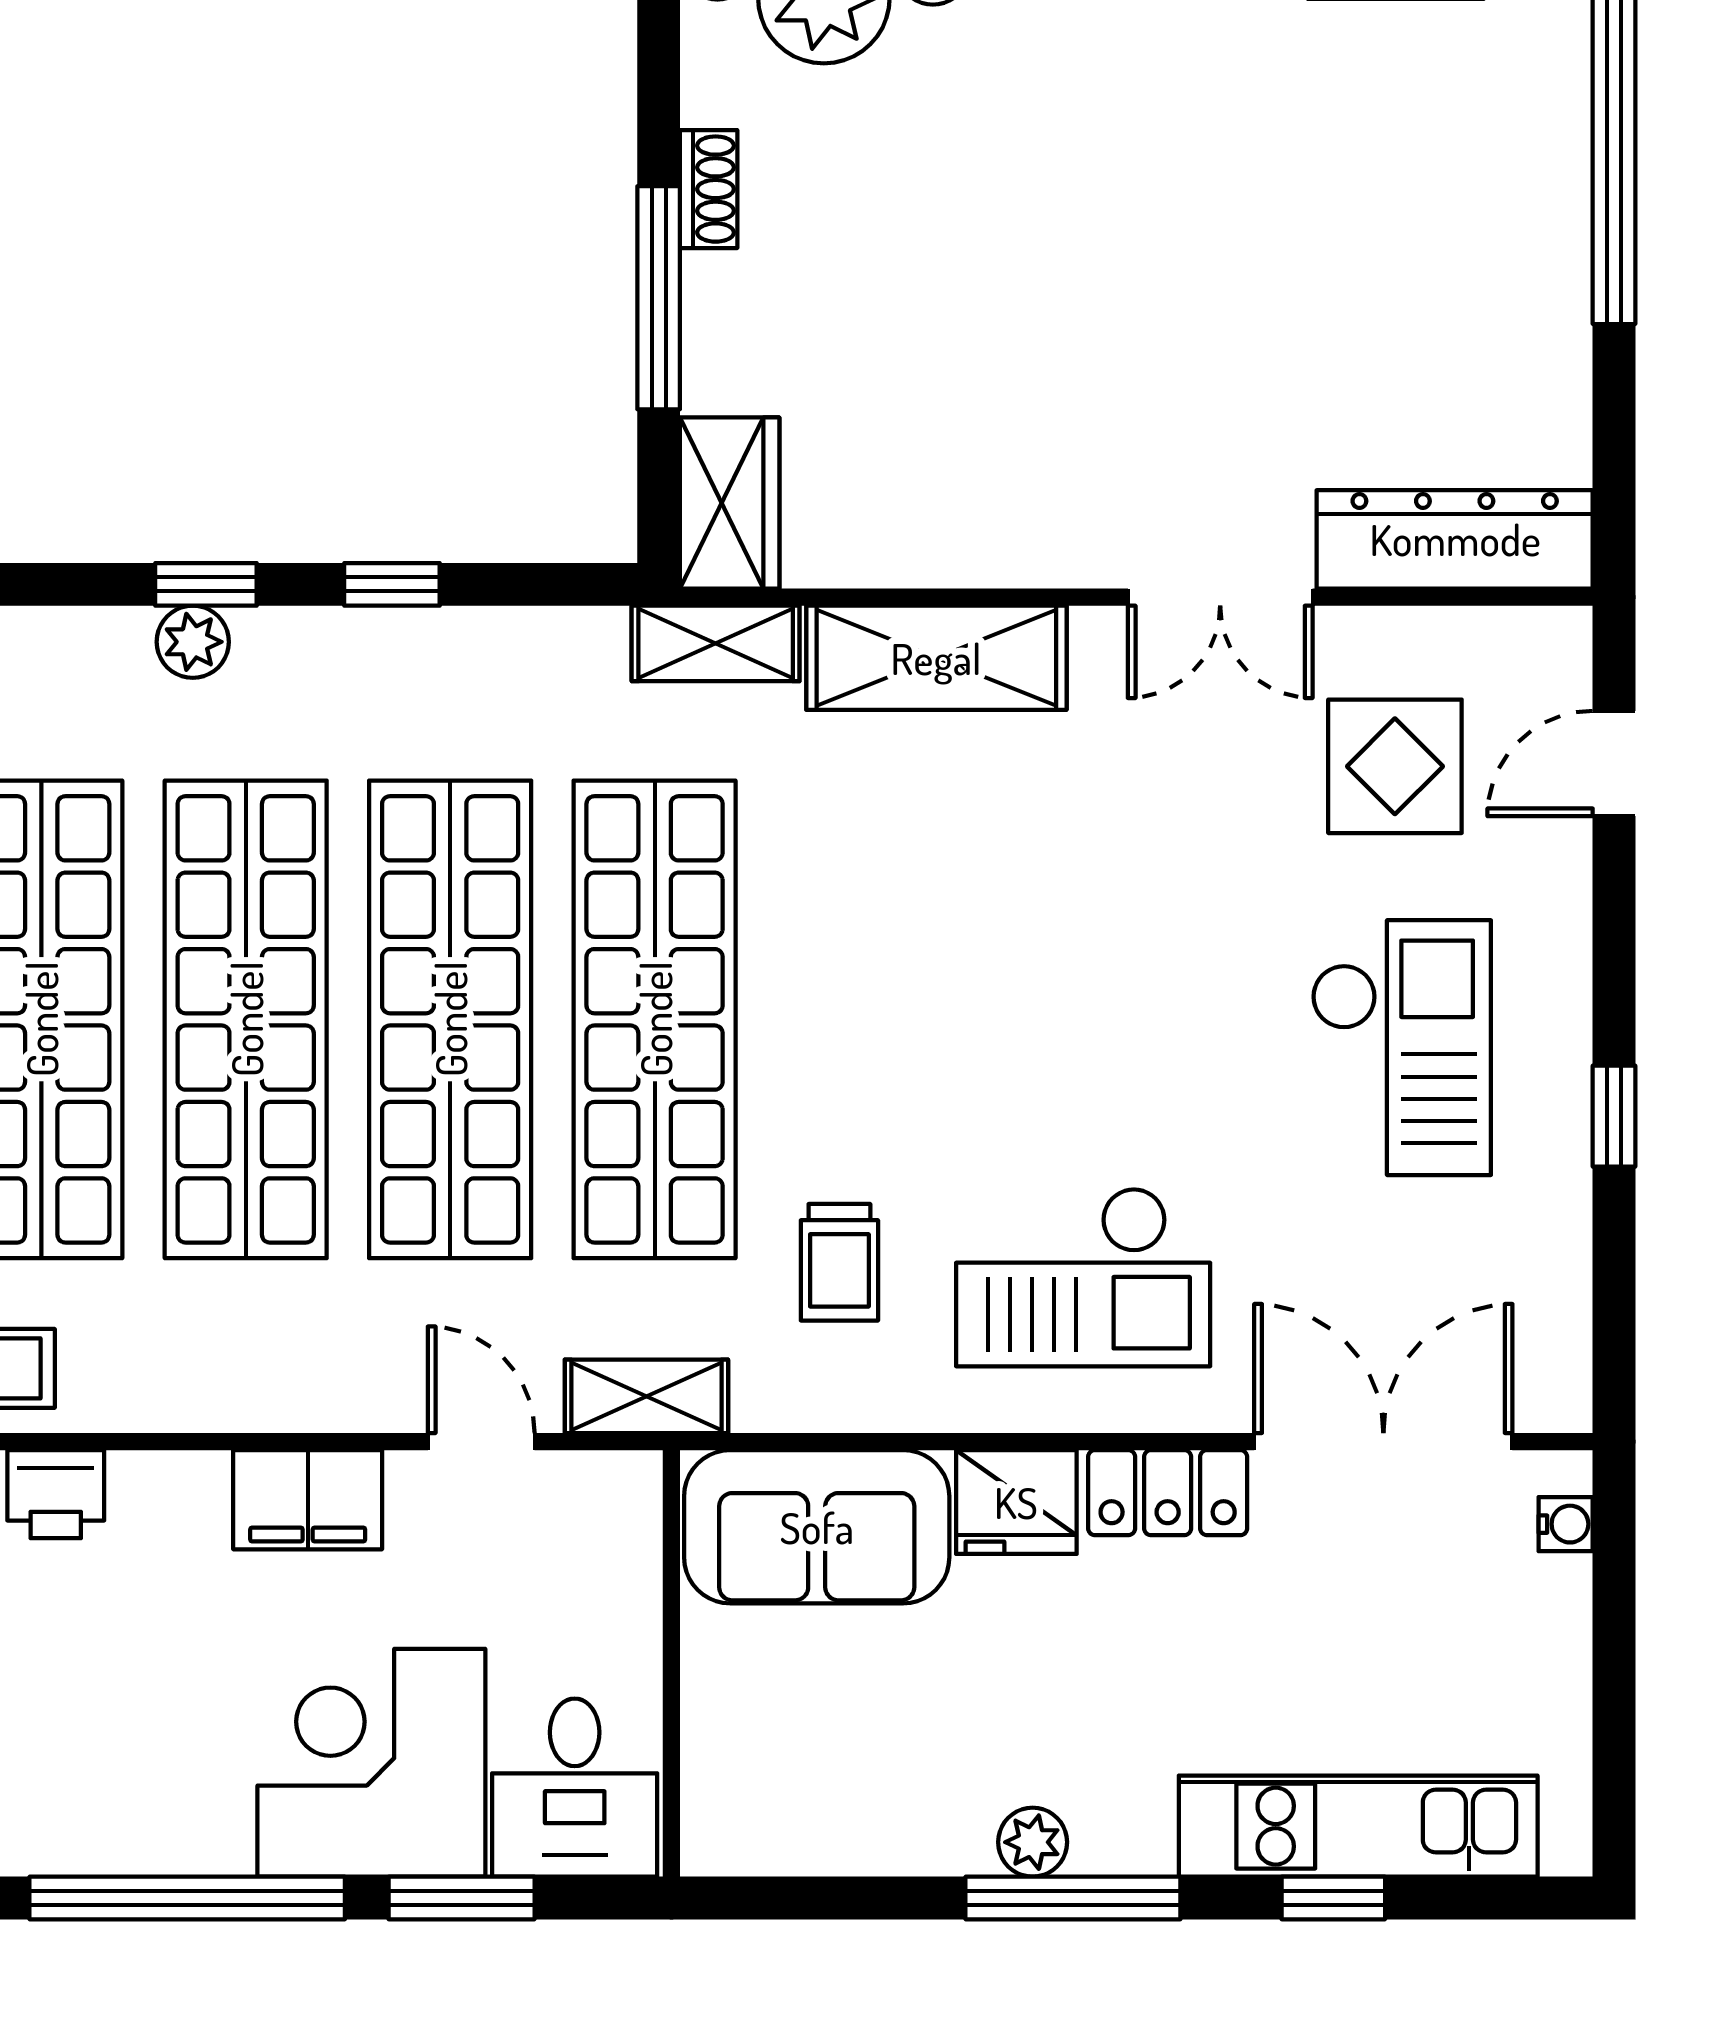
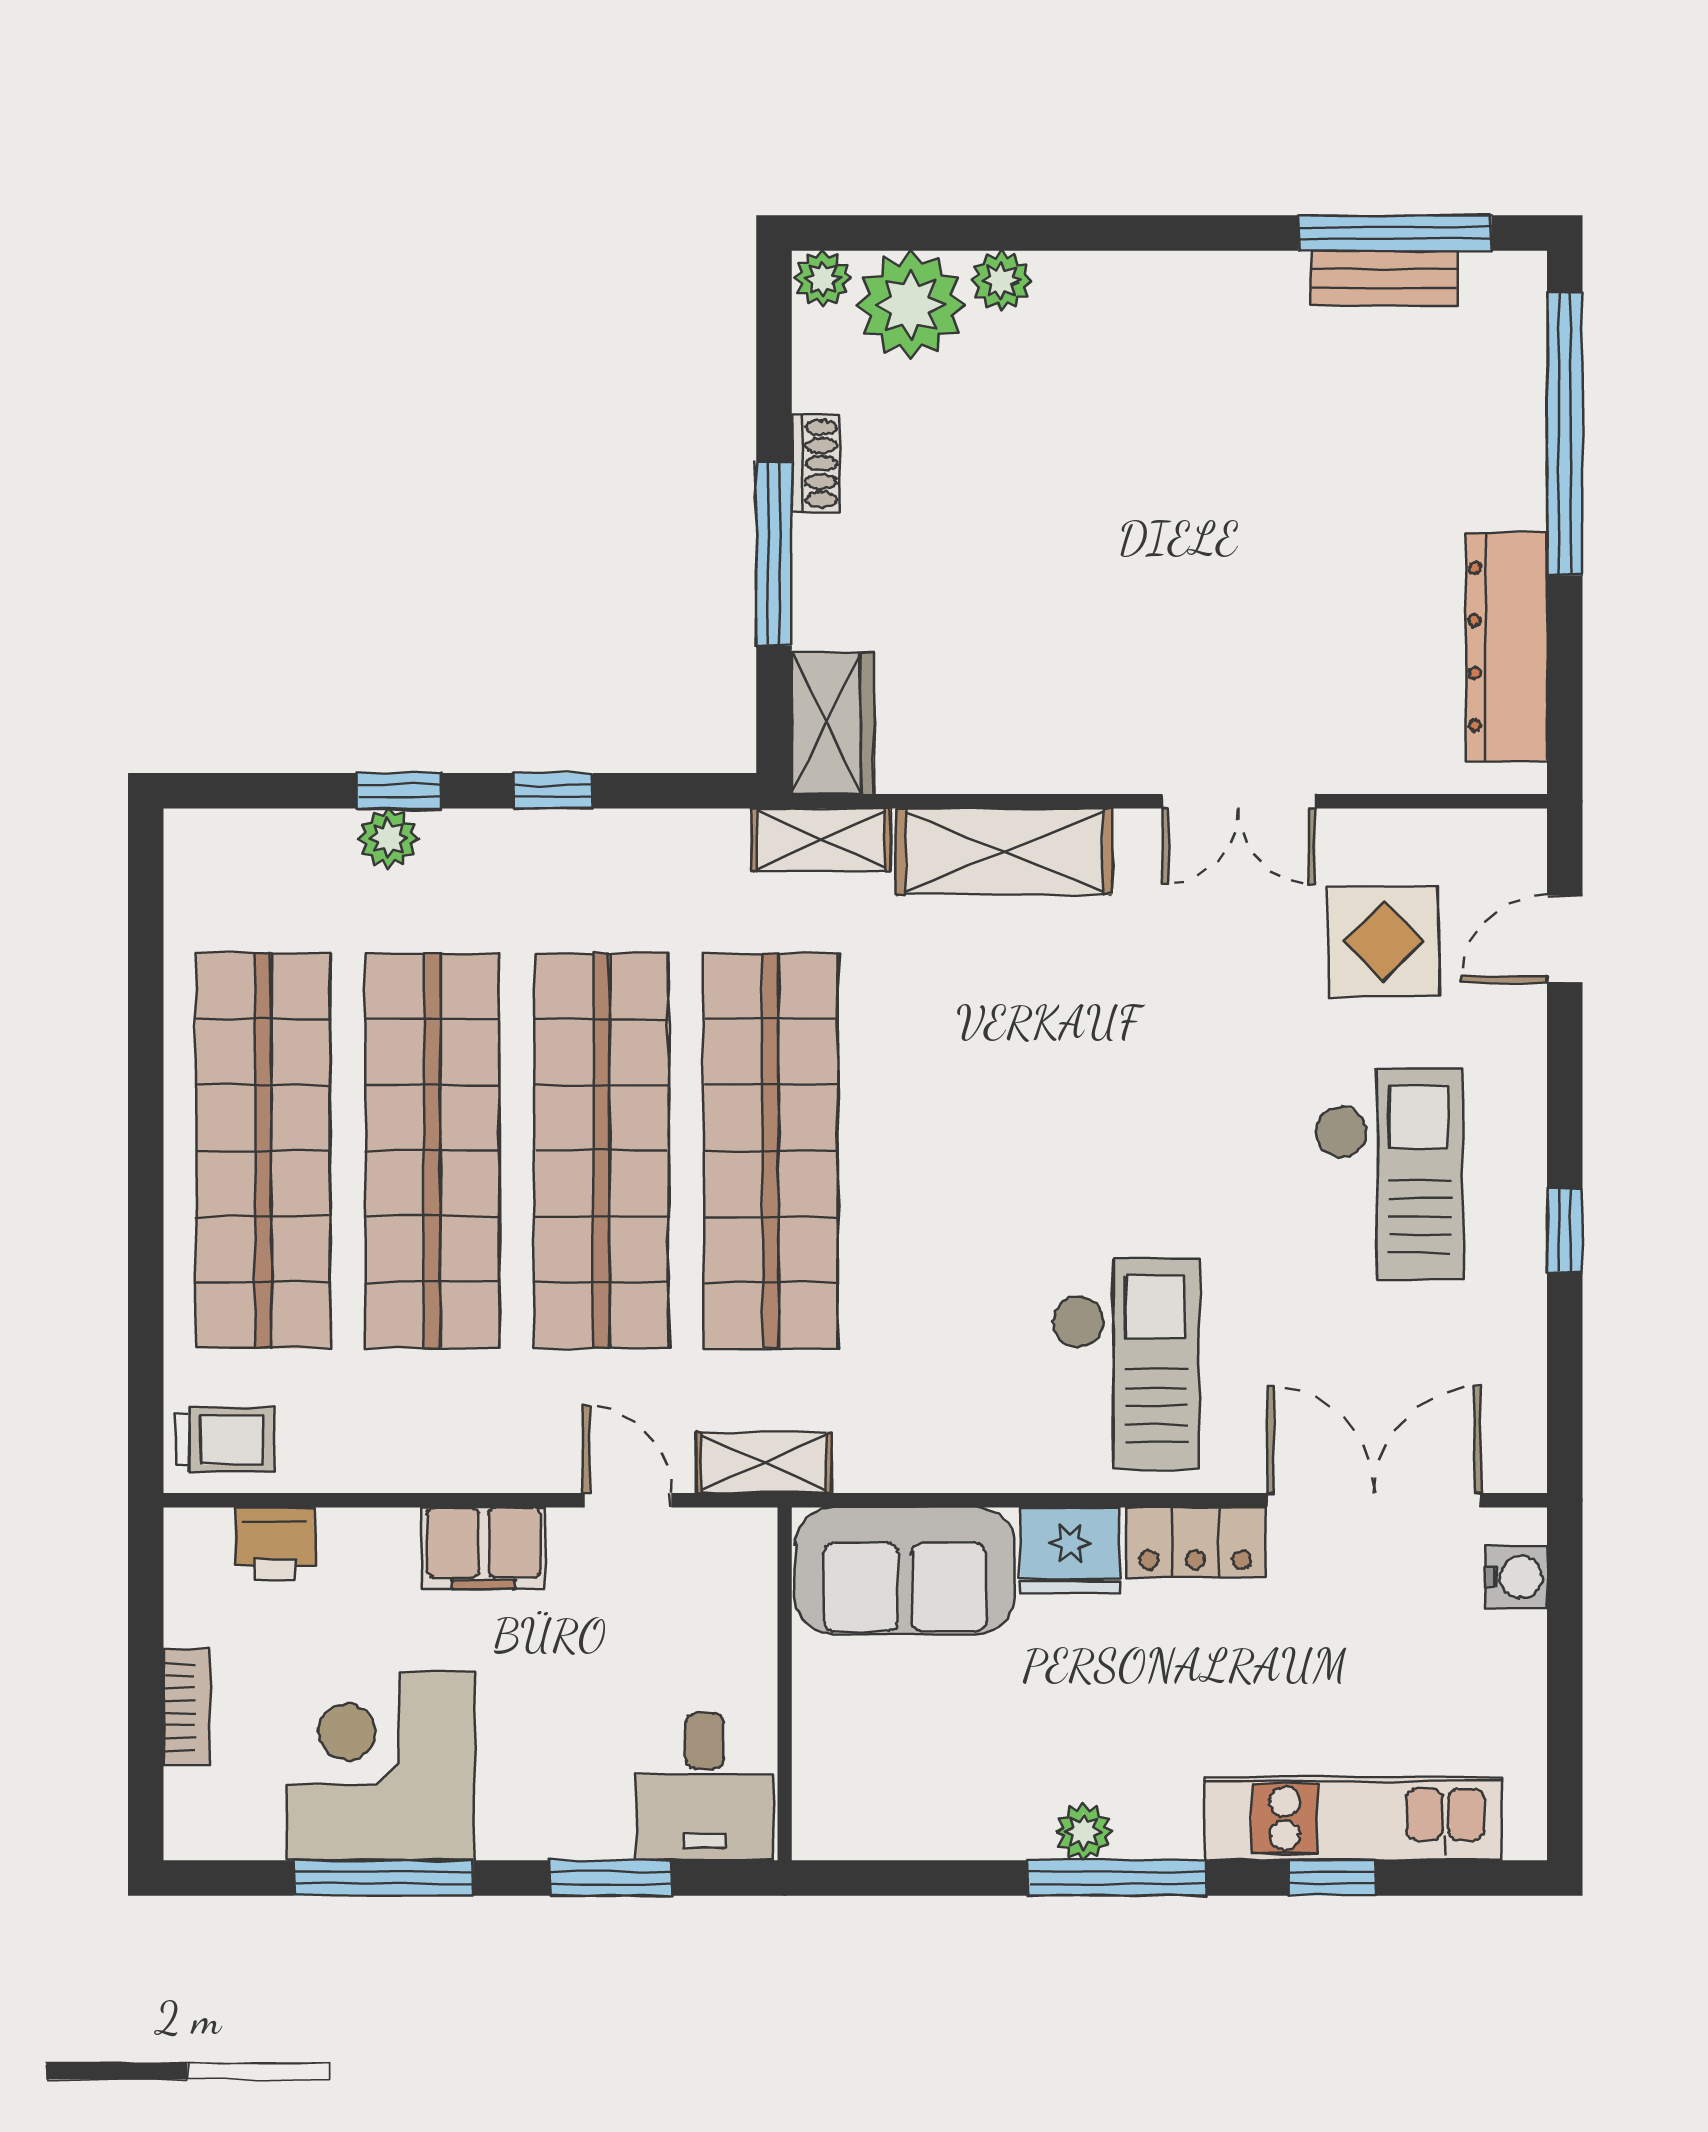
dresser: (1455, 539) -> (1506, 647), moved, turned -90
trolley: (839, 1262) -> (924, 1352), removed
checkout: (1083, 1277) -> (1125, 1364), turned -90
water cooler: (1566, 1524) -> (1516, 1577), width x1.38, depth x1.38
corner desk: (371, 1763) -> (381, 1766), moved
window: (187, 1898) -> (384, 1878), width x0.68

